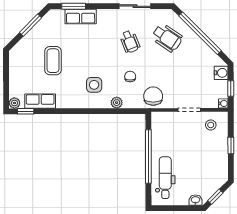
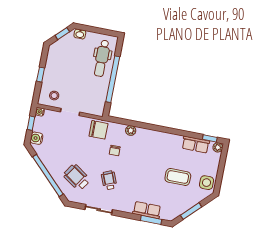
coffee table: (53, 61) -> (178, 177), turned 90
side table: (94, 85) -> (207, 183), moved
chair: (153, 96) -> (98, 130), turned -90

